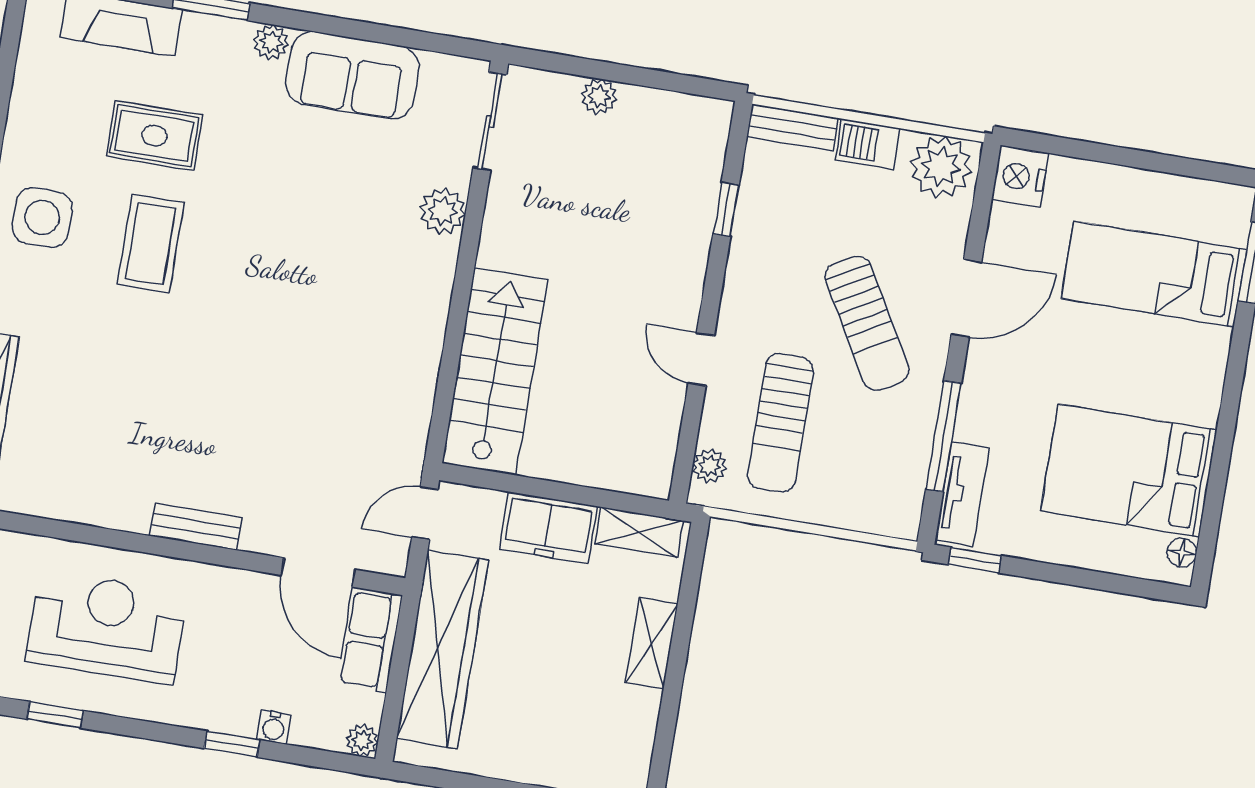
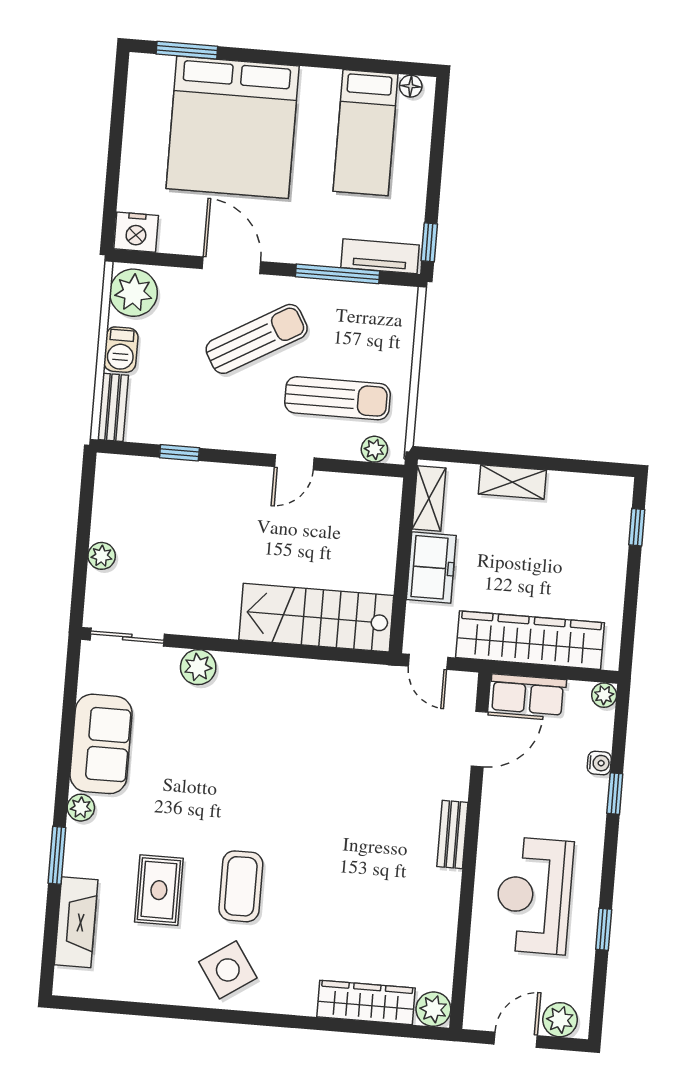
side table: (42, 217) -> (228, 970), turned -34
coffee table: (151, 243) -> (241, 886), turned 90
bed: (1154, 274) -> (233, 127), width x2.04
bed: (1129, 470) -> (366, 133), width x0.67

